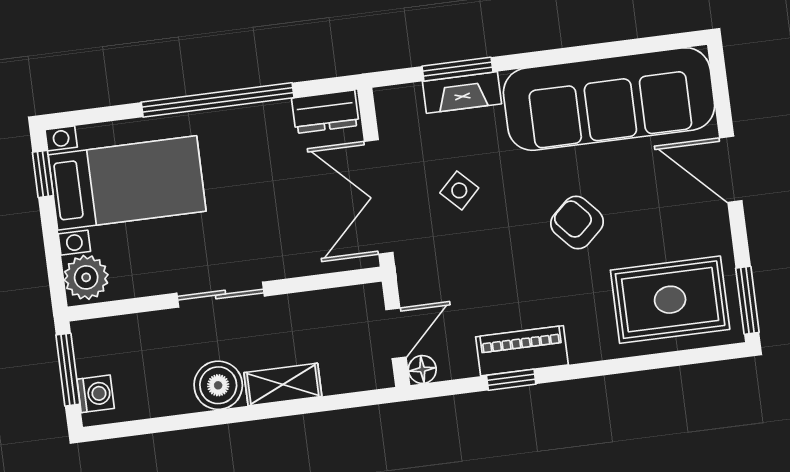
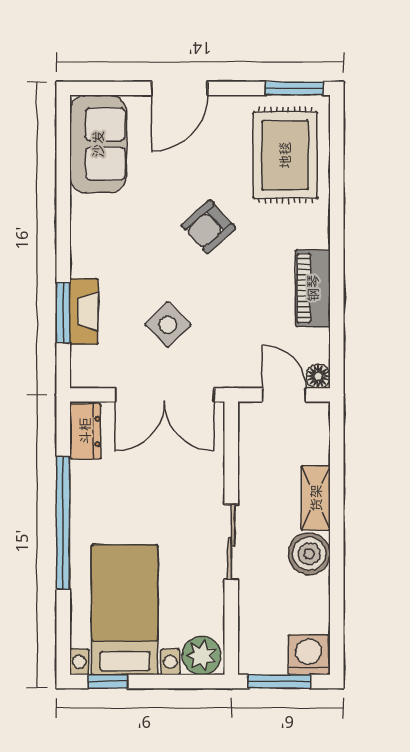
sofa: (609, 99) -> (98, 144), width x0.54, depth x0.79
side table: (459, 190) -> (168, 325), width x1.37, depth x1.37
window: (511, 380) -> (337, 301), removed
washing machine: (96, 394) -> (308, 655), width x1.38, depth x1.38

